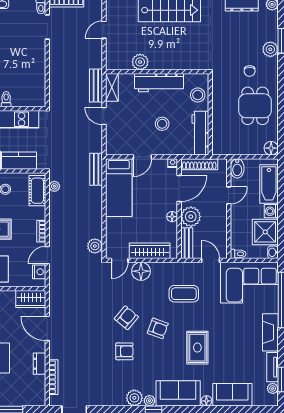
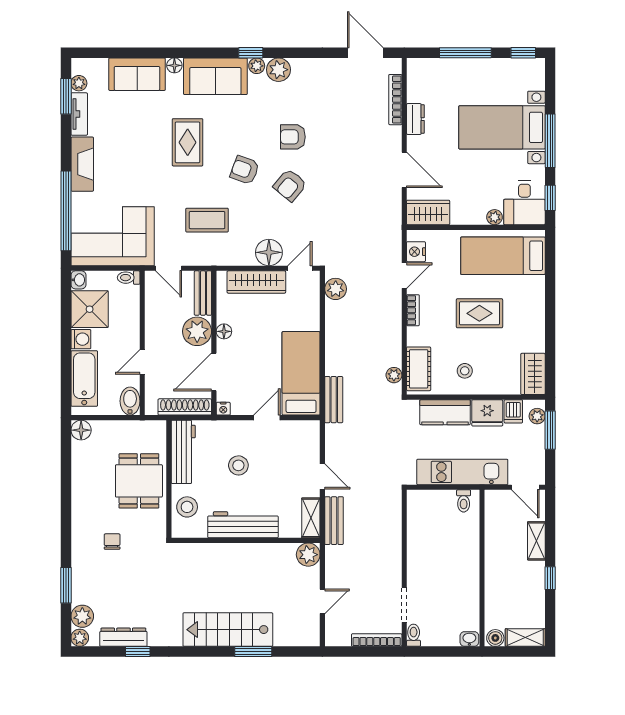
plant: (270, 49) -> (82, 616), moved
plant: (140, 62) -> (308, 555), moved
dining table: (255, 106) -> (139, 481), moved

